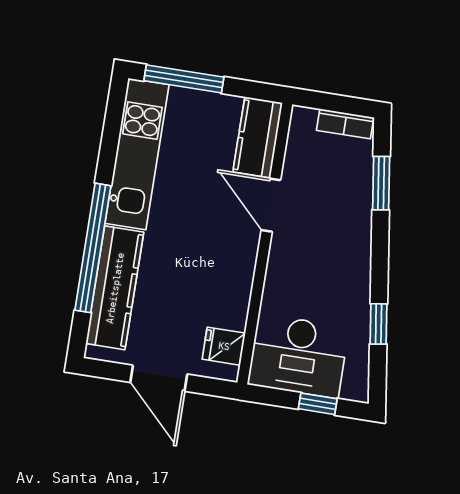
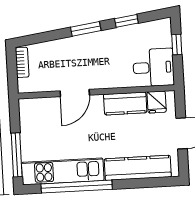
kitchen counter: (258, 137) -> (125, 103), moved
window: (381, 183) -> (86, 29), moved
window: (93, 248) -> (77, 187), moved
desk: (298, 356) -> (154, 67), width x0.73

